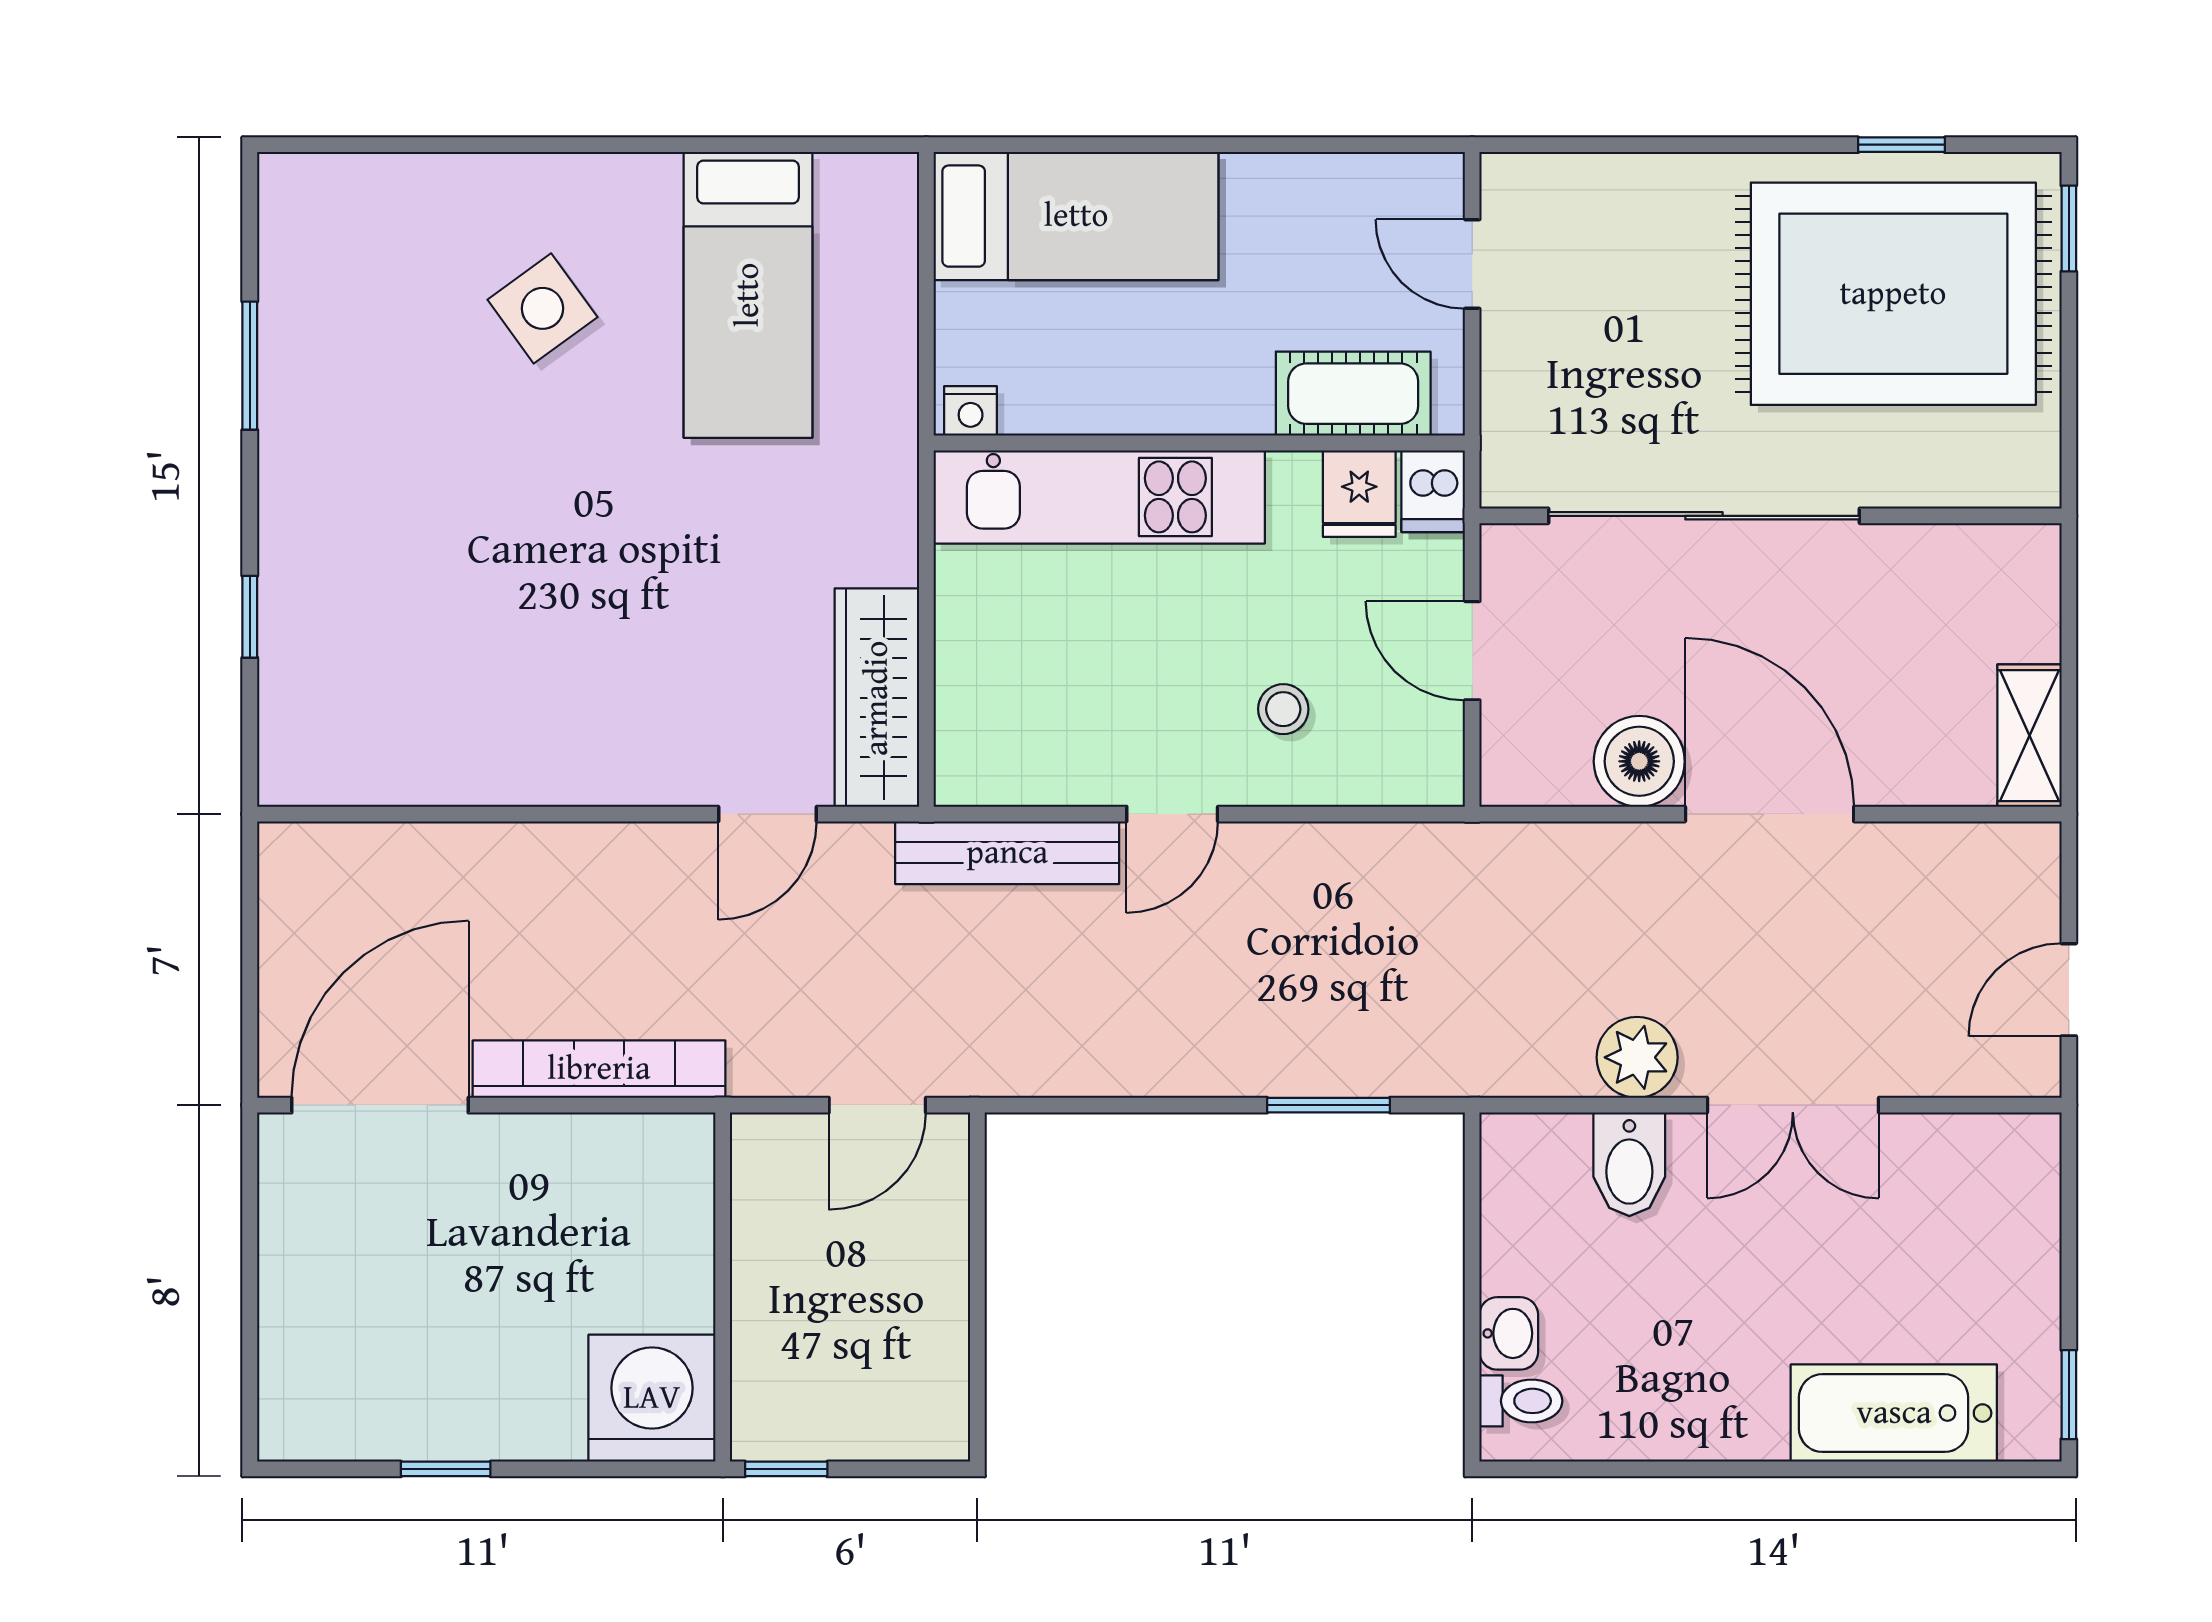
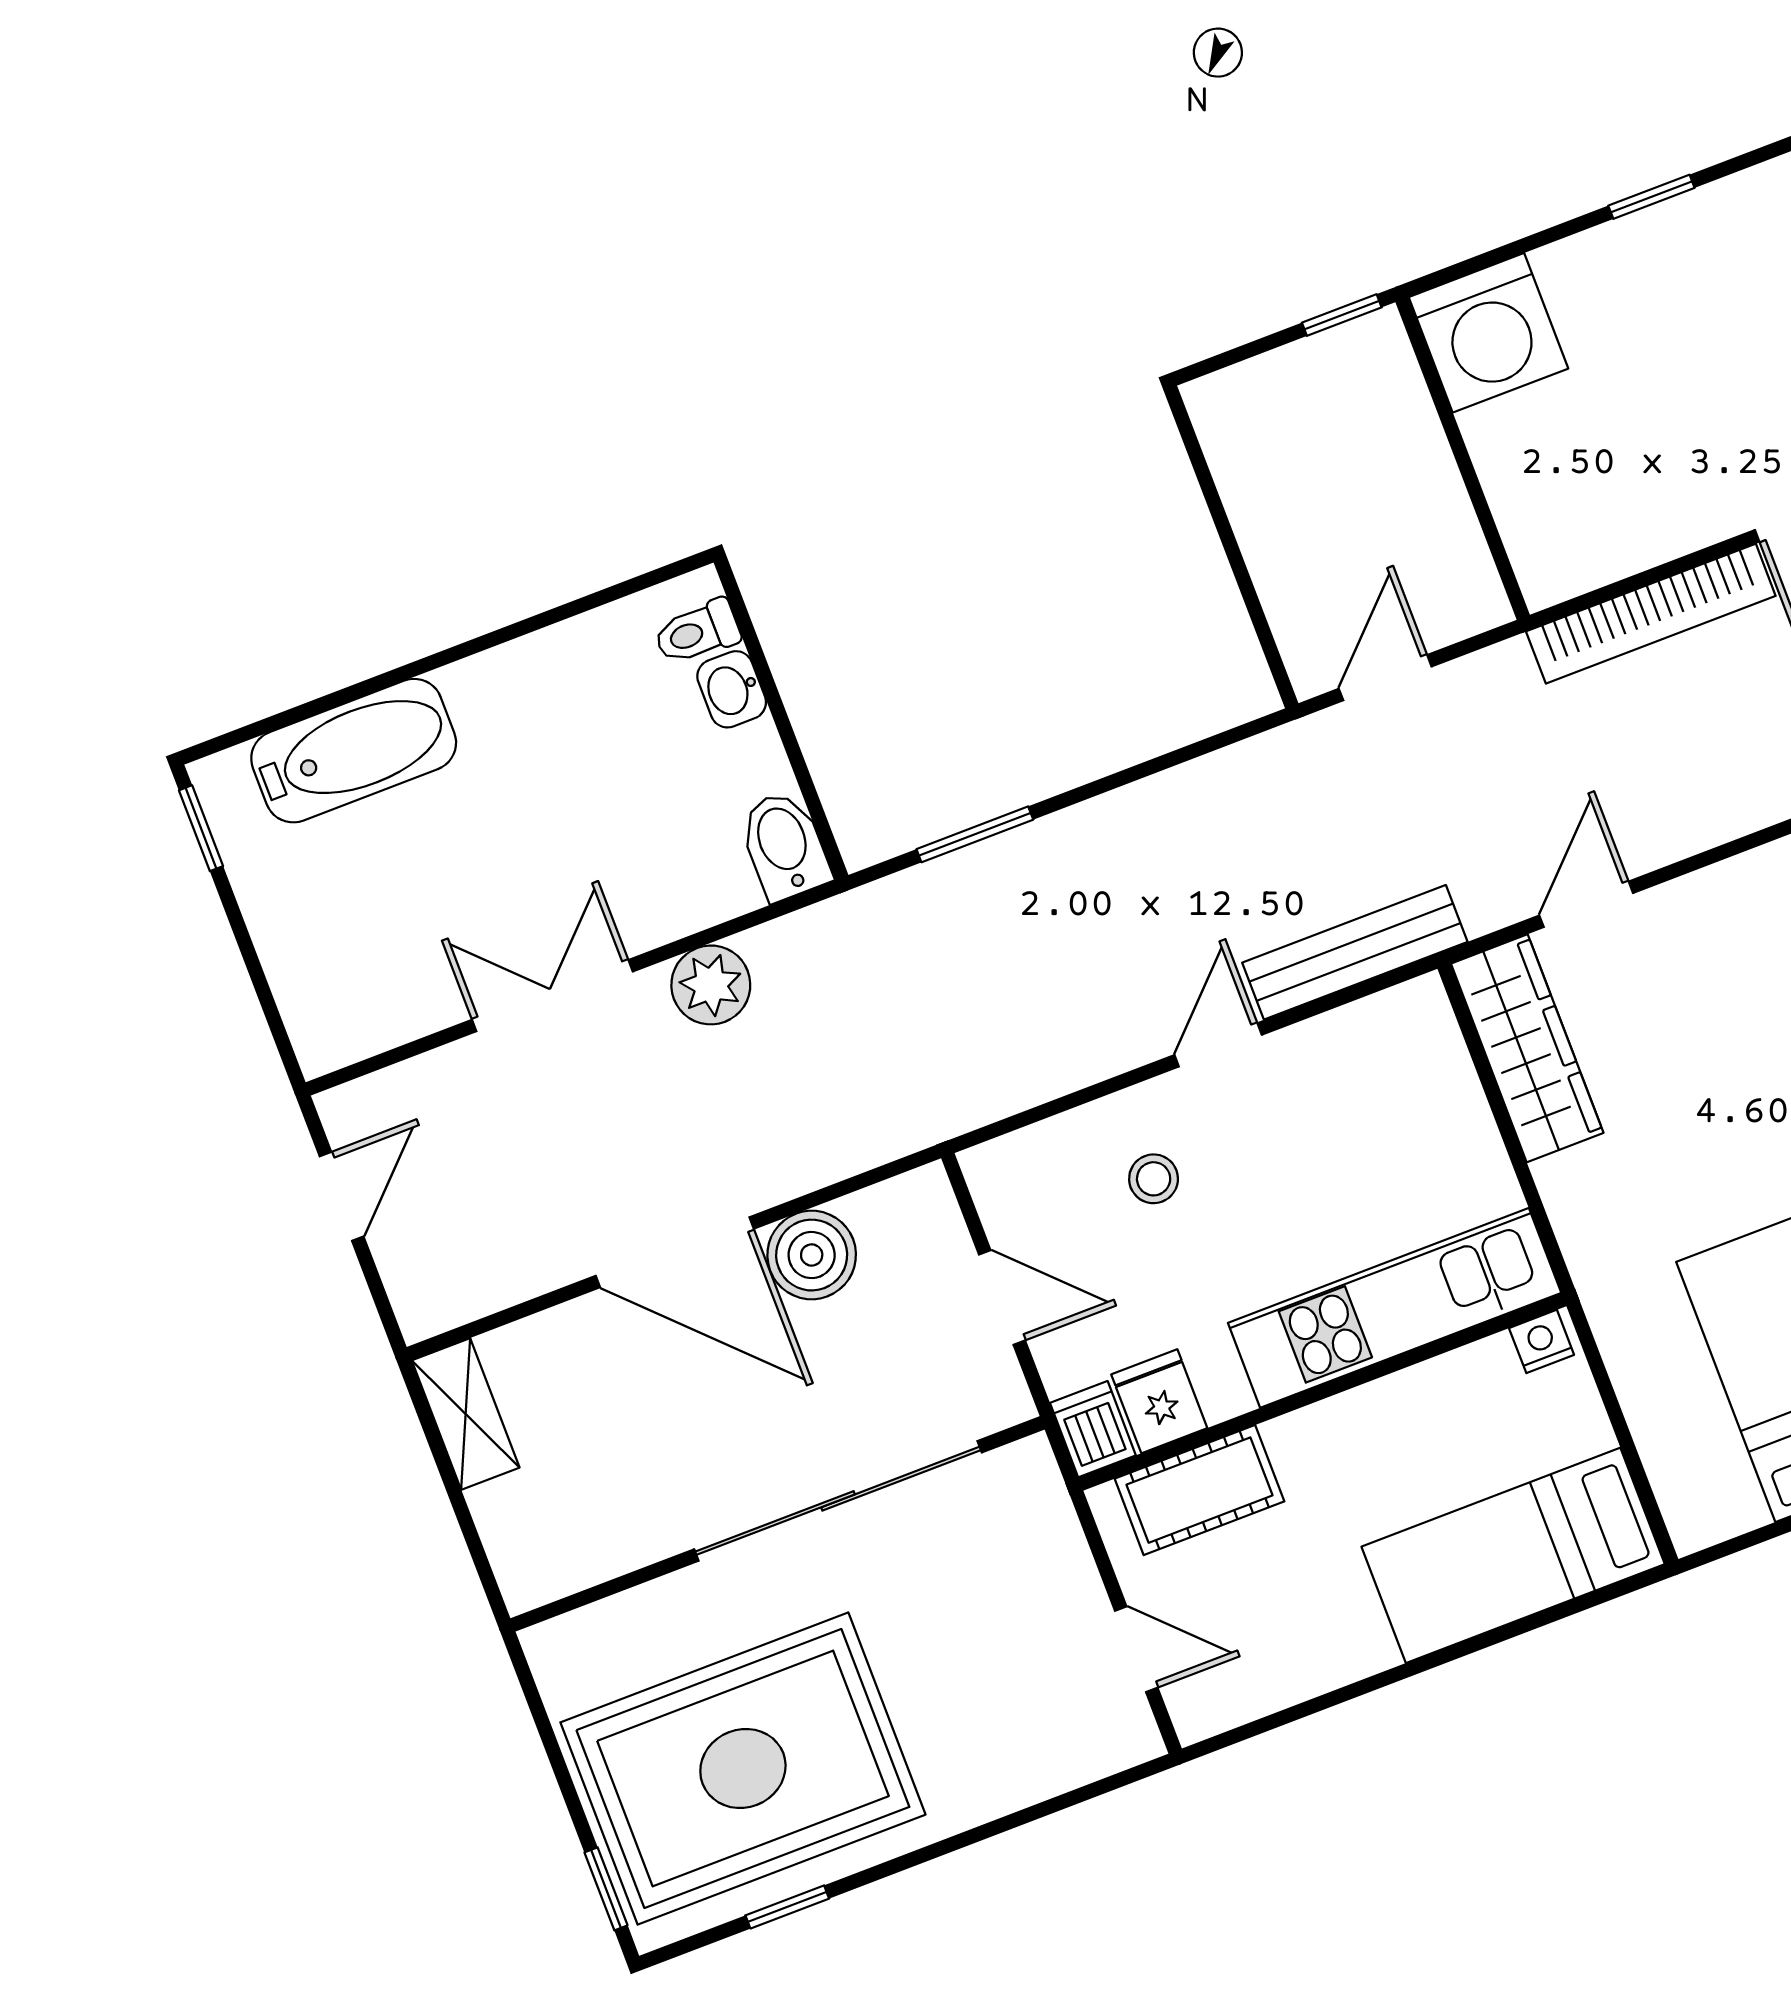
bidet: (1629, 1164) -> (784, 845), moved

